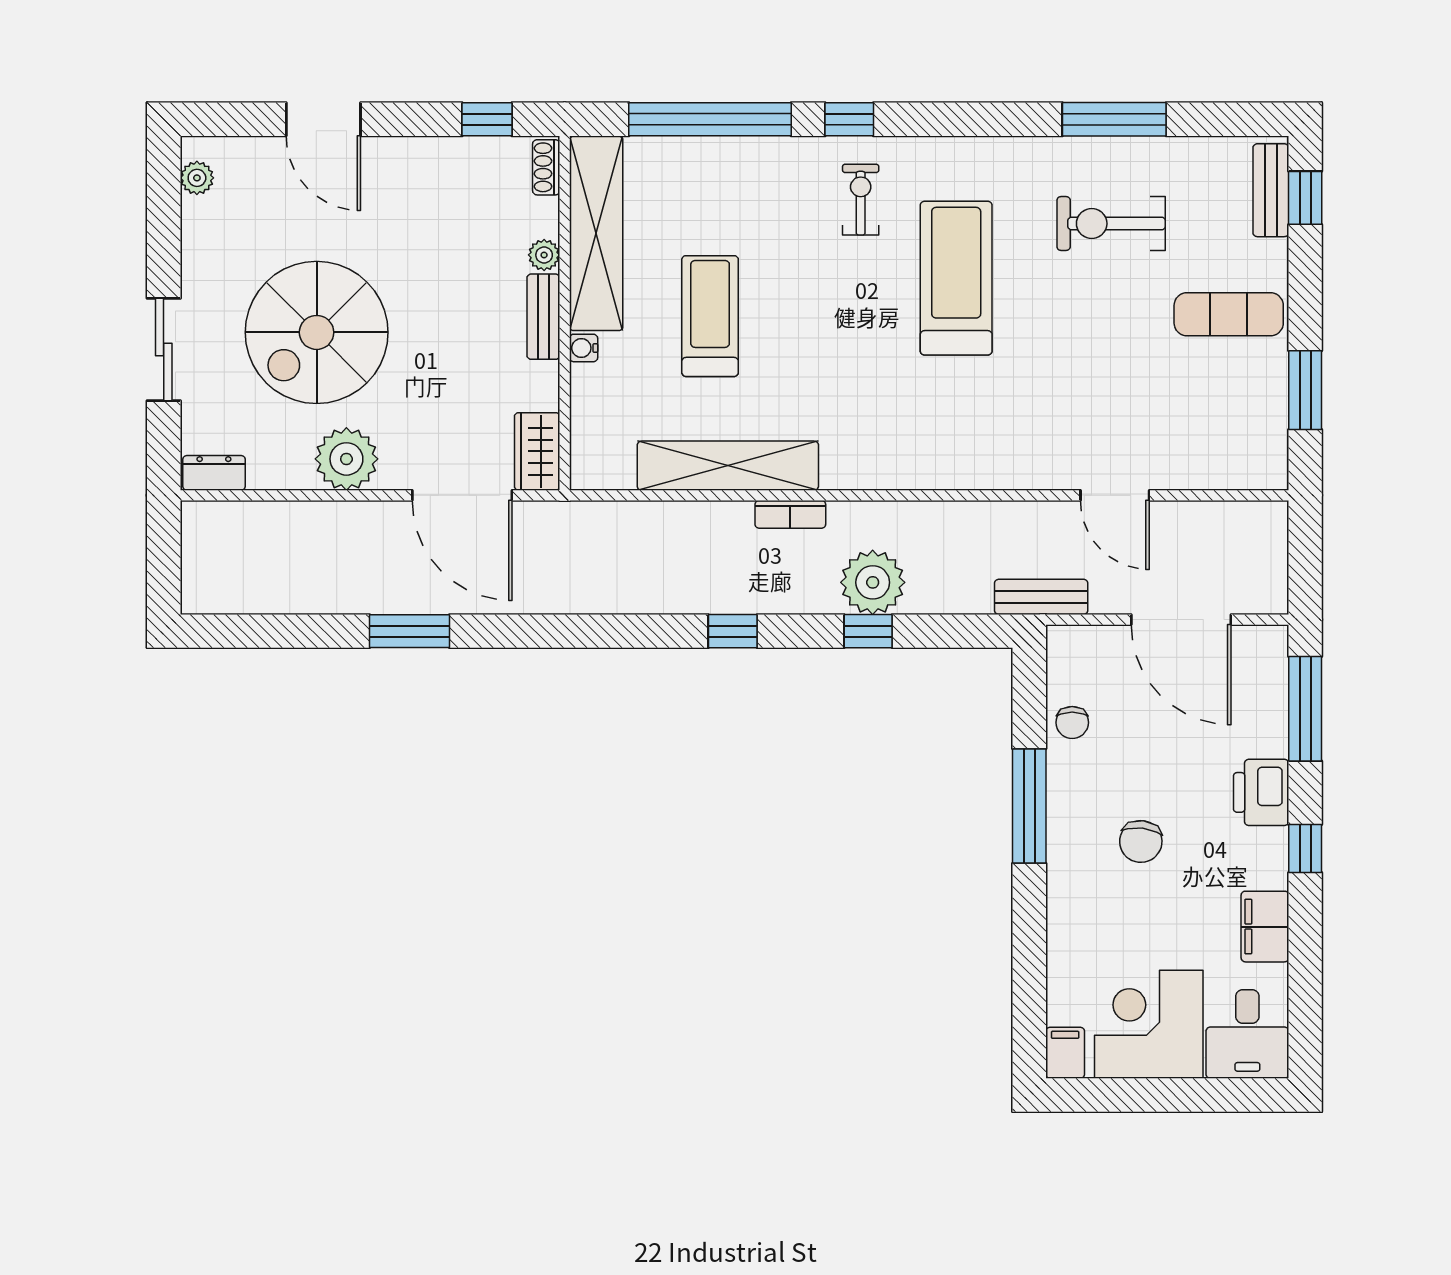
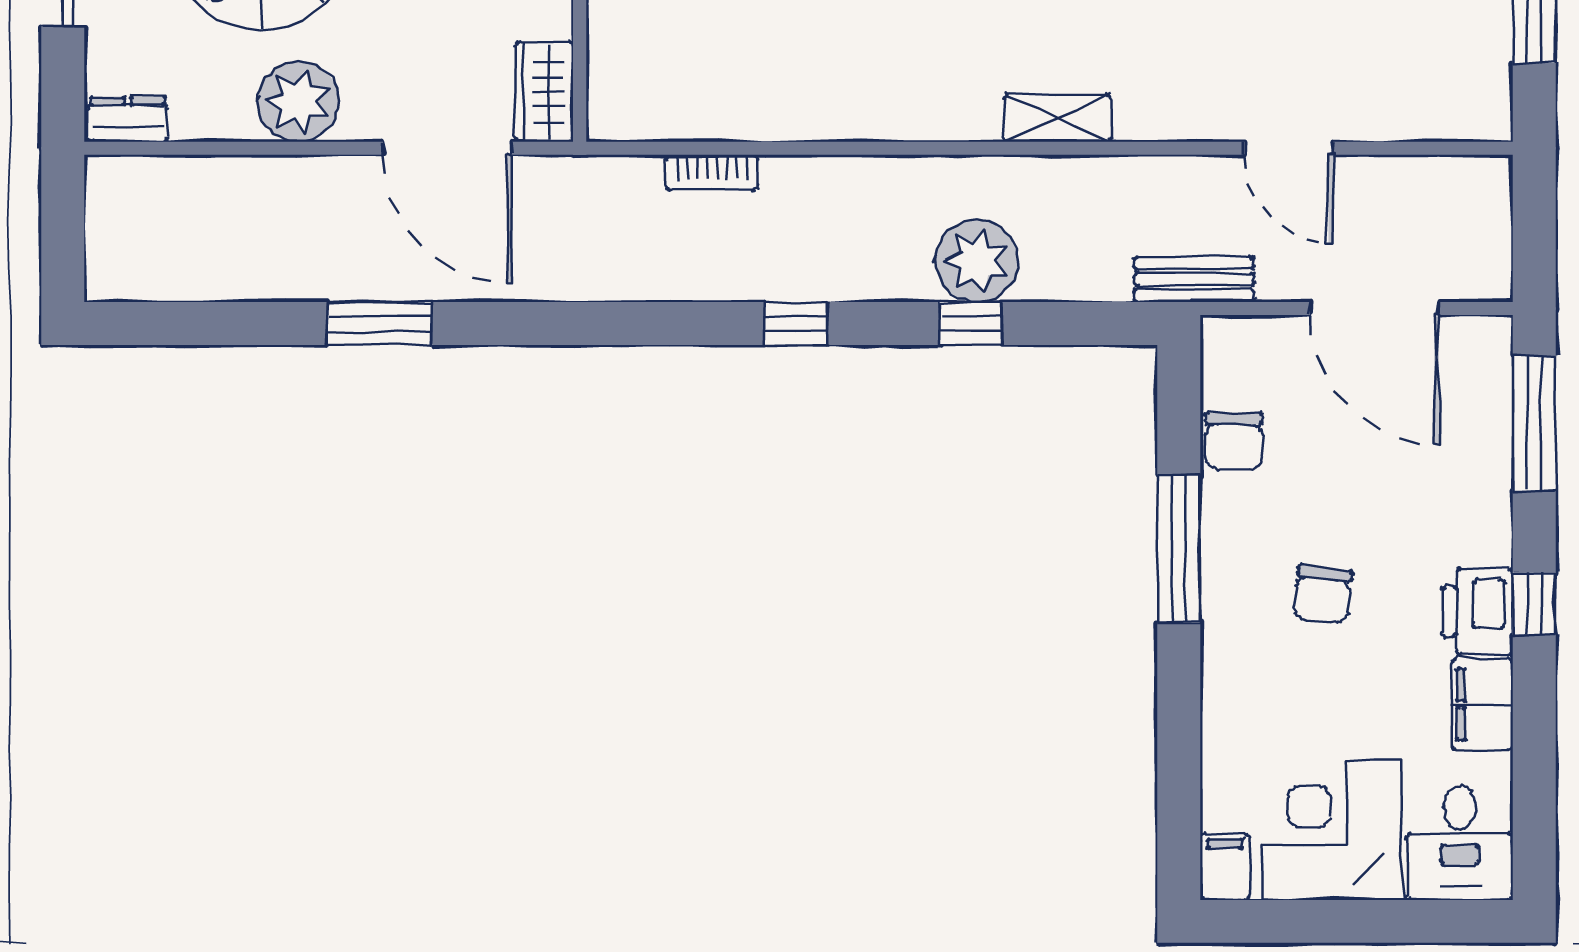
shelving: (728, 466) -> (1057, 118), moved, width x0.45, depth x0.75
bookcase: (790, 514) -> (712, 173), moved
chair: (1072, 723) -> (1234, 441), width x1.37, depth x1.37
printer: (1261, 792) -> (1478, 611), moved

